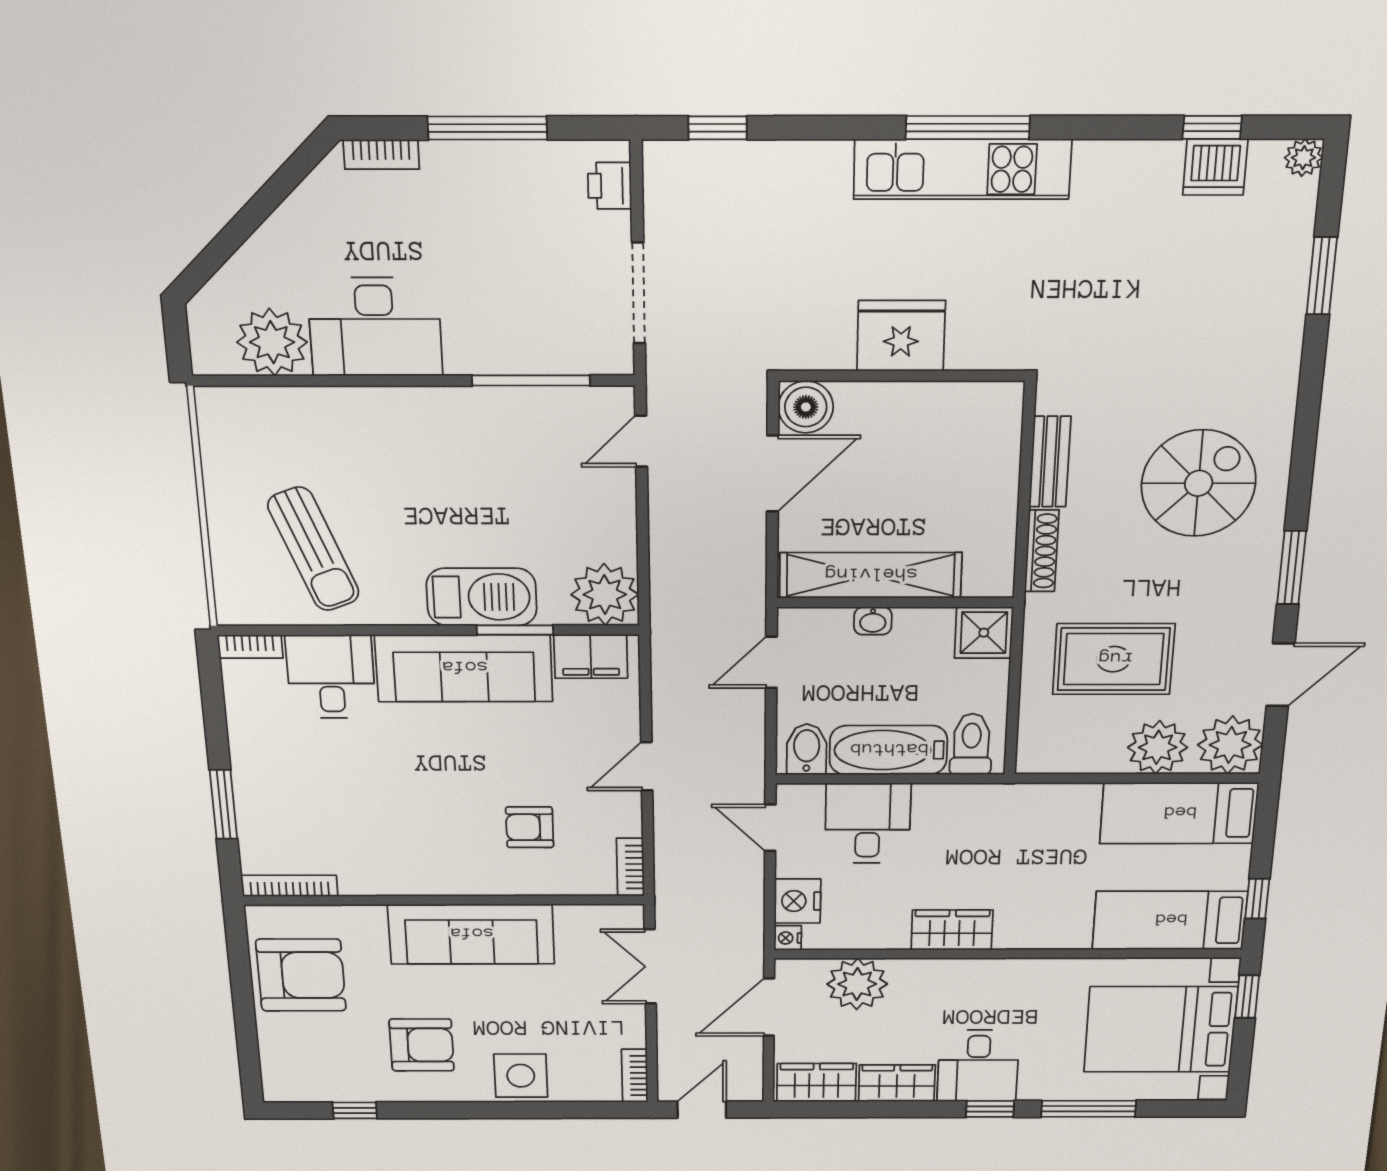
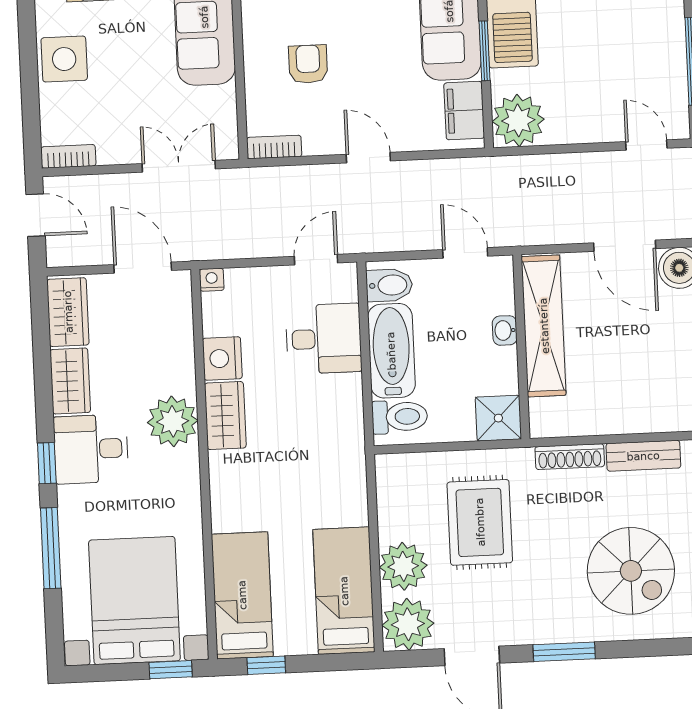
nightstand: (797, 901) -> (222, 358), moved, turned -90
plant: (857, 984) -> (173, 421), moved

